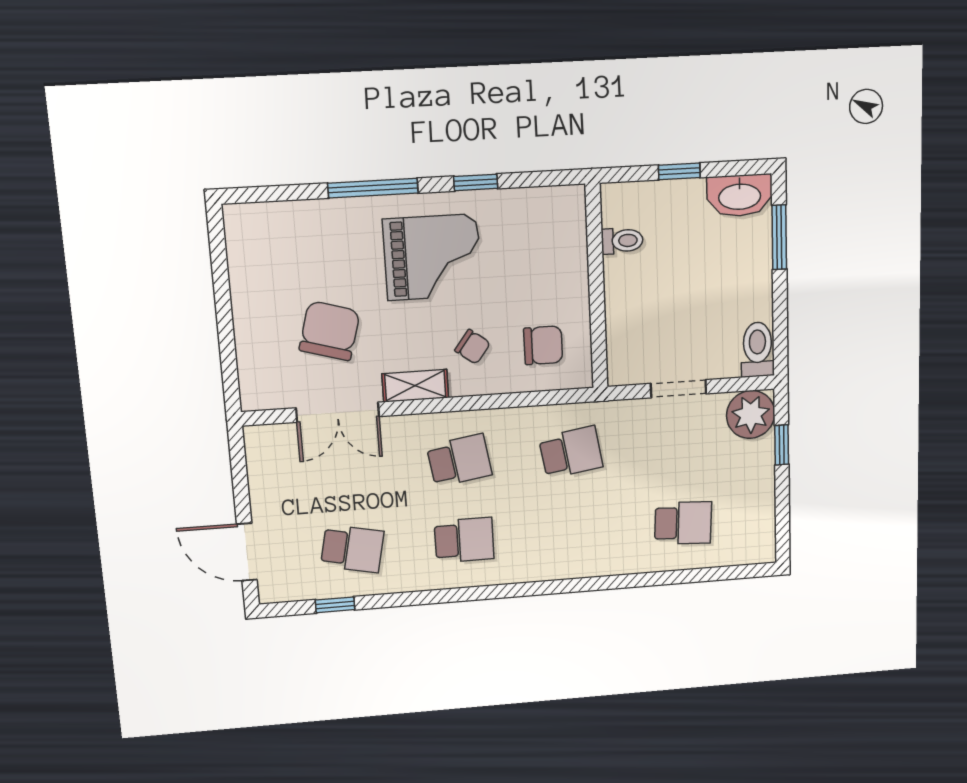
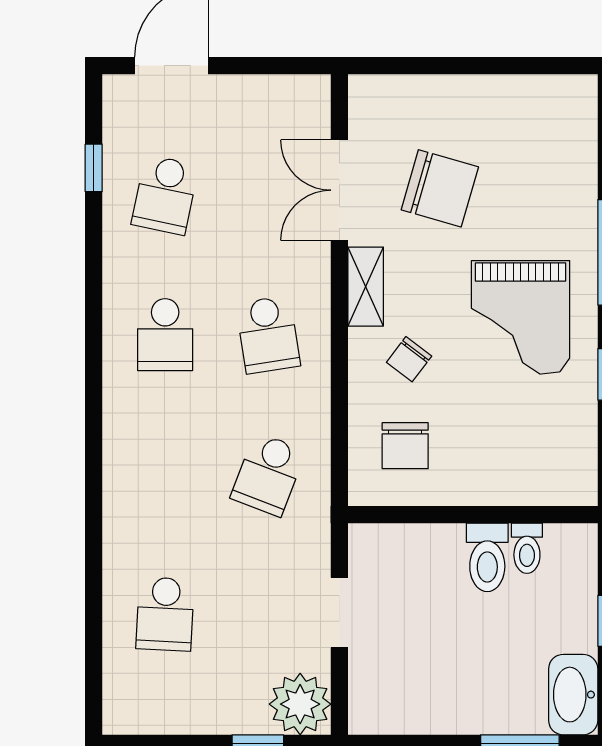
toilet: (758, 350) -> (487, 557), moved, turned 90
school desk: (571, 452) -> (268, 474), turned 30

